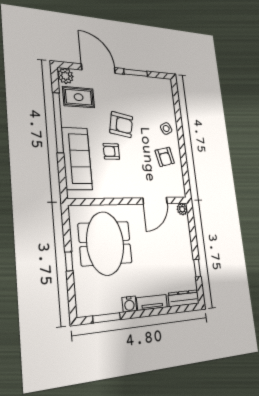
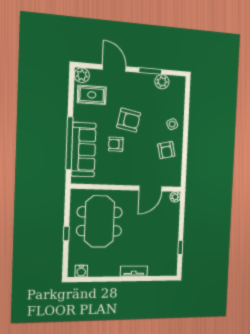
door: (99, 69) -> (114, 68), width x0.73
plant: (149, 84) -> (162, 82), added
window: (58, 123) -> (69, 143), moved
dresser: (184, 298) -> (163, 270), removed
water cooler: (129, 304) -> (81, 271), moved
window: (107, 318) -> (93, 279), removed

